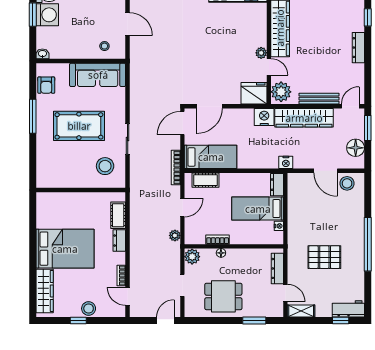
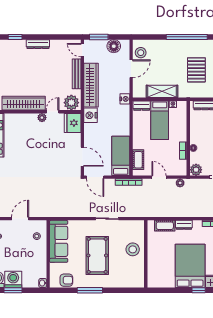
stool: (105, 166) -> (133, 249), moved
shelving: (296, 212) -> (162, 91), added
window: (33, 260) -> (199, 290), added

